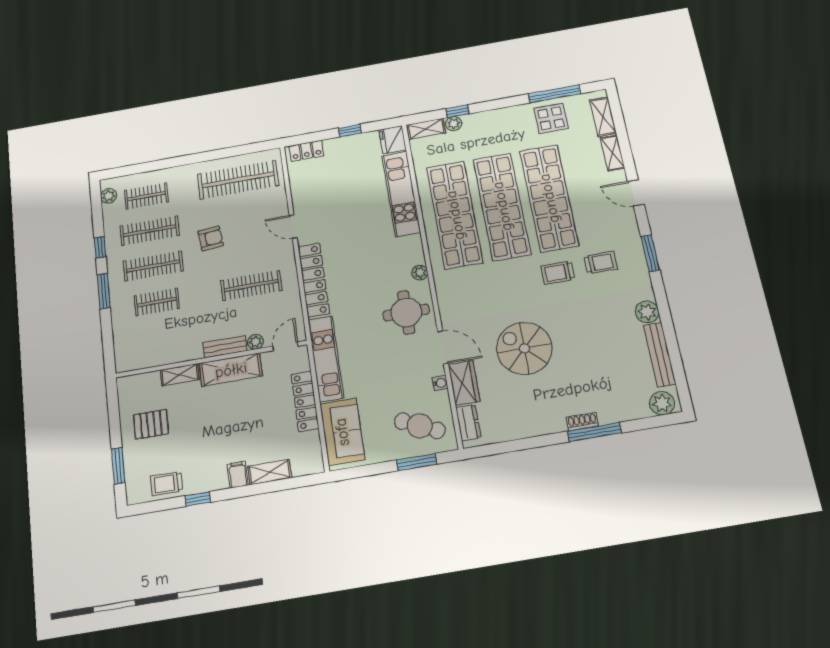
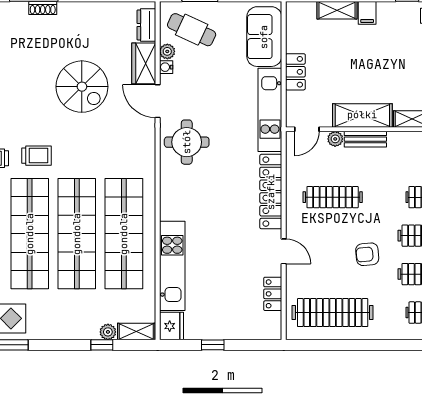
locker: (306, 151) -> (273, 294), moved, turned -90
plant: (420, 273) -> (167, 51), moved
locker: (305, 401) -> (295, 72), width x0.66

